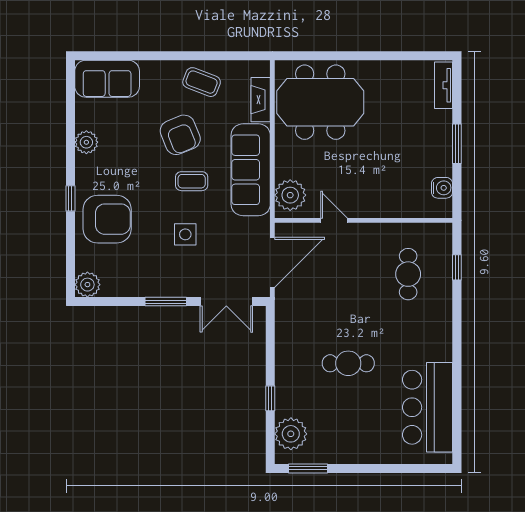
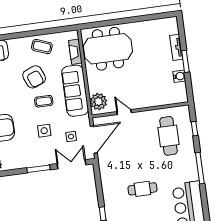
tv unit: (444, 85) -> (176, 47), moved
water cooler: (442, 188) -> (179, 76), moved
side table: (232, 251) -> (71, 136), added
cafe table: (408, 274) -> (168, 136), width x1.37, depth x1.35
double door: (226, 302) -> (72, 164), swing flipped
window: (457, 340) -> (200, 168), added

